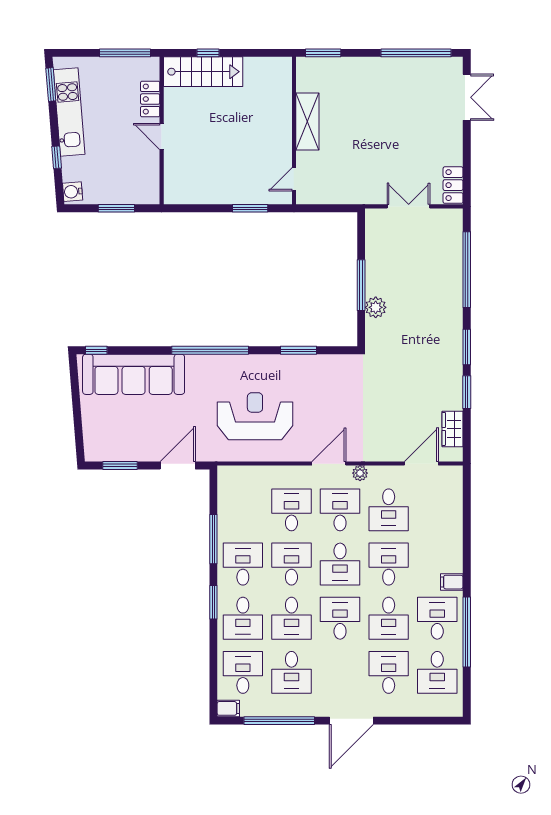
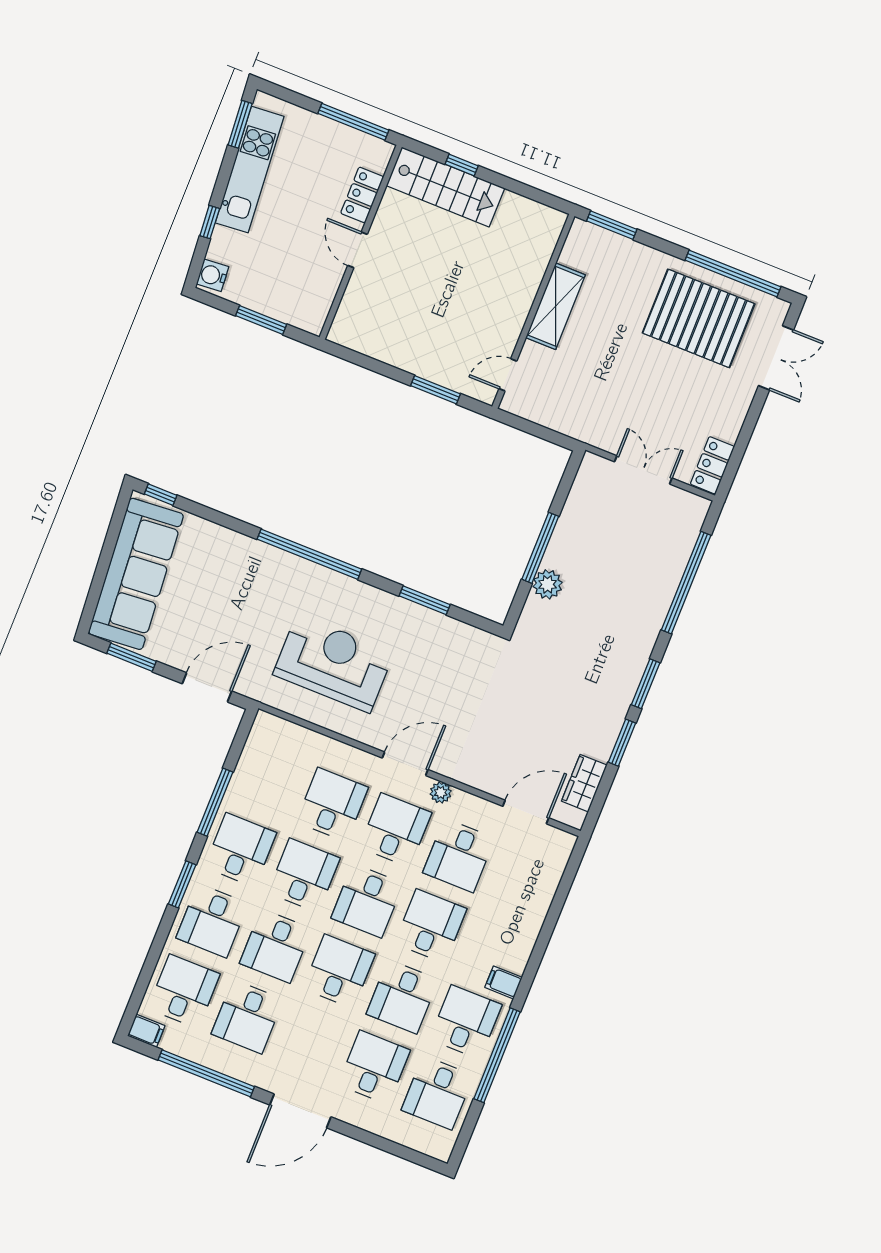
pallet: (405, 92) -> (699, 318), added
sofa: (134, 374) -> (136, 574), moved, turned -95

